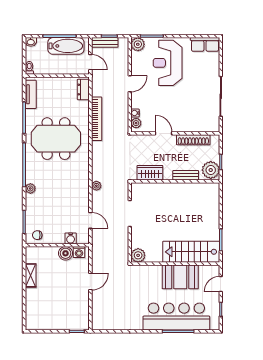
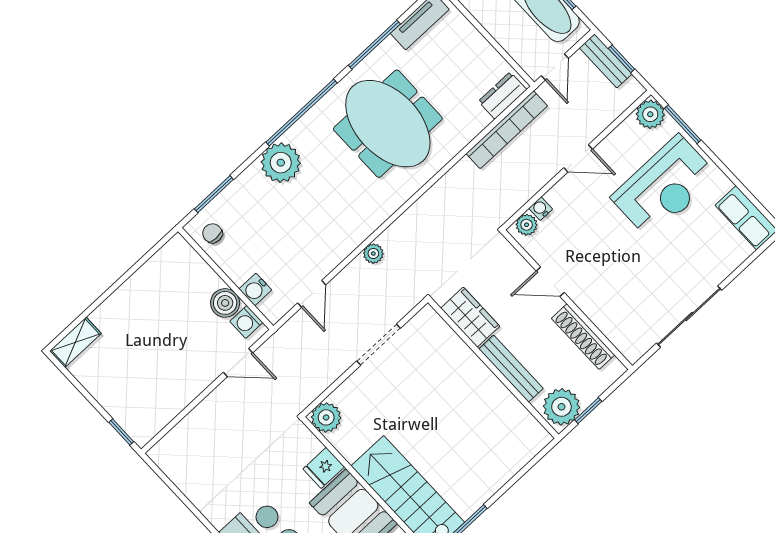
reception desk: (168, 63) -> (664, 187), turned 180
bookcase: (97, 119) -> (507, 130), moved
door: (164, 133) -> (550, 282), swing flipped
bench: (186, 175) -> (511, 369), width x1.36
plant: (30, 188) -> (281, 163), width x1.87, depth x1.87
fridge: (155, 273) -> (324, 468), added
shelving: (31, 275) -> (75, 342), moved
door: (90, 282) -> (238, 363), moved

